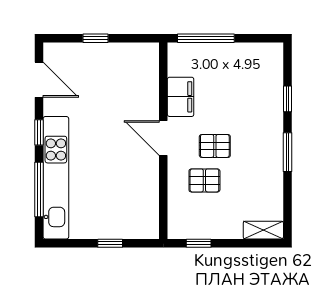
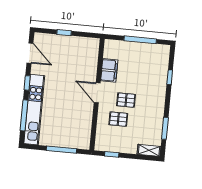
window: (206, 38) -> (140, 40), moved
window: (287, 152) -> (165, 128), moved
window: (110, 243) -> (61, 150), width x2.17

